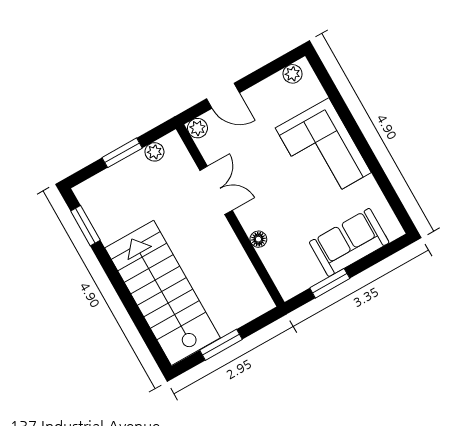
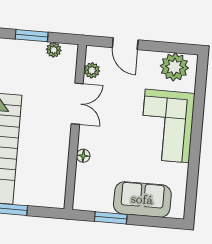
plant: (292, 74) -> (174, 67), width x1.87, depth x1.87
plant: (197, 128) -> (92, 70), moved

